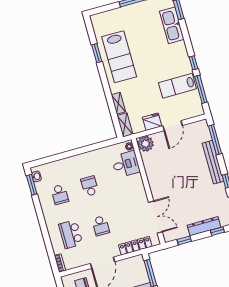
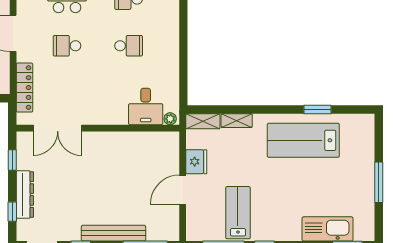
door: (173, 126) -> (183, 190), hinge flipped
plant: (145, 144) -> (167, 143), removed

